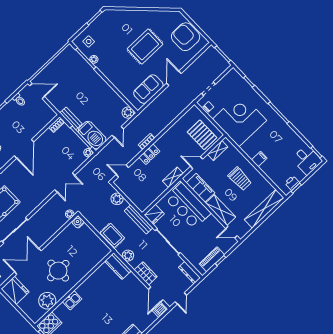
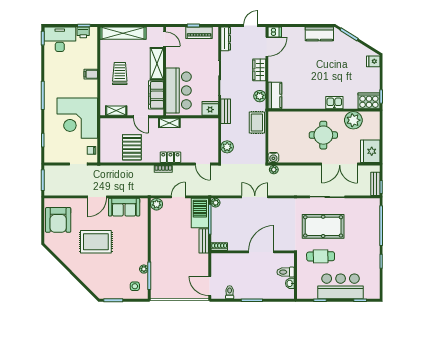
pallet: (202, 135) -> (132, 147), moved
desk: (307, 160) -> (60, 39), width x1.37
bench: (139, 219) -> (226, 111), width x0.73

